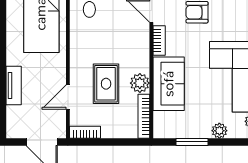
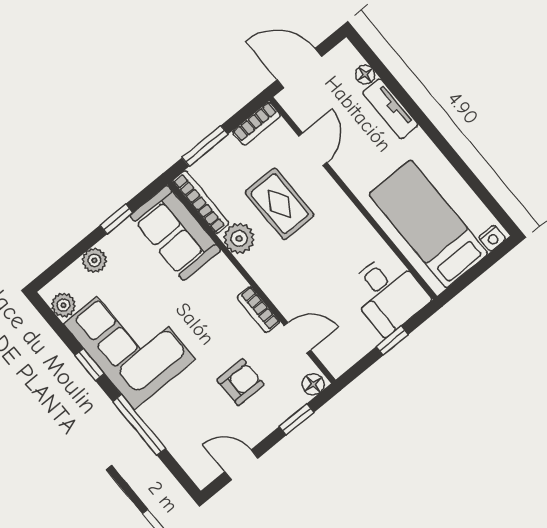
sofa: (169, 84) -> (175, 233), moved
floor lamp: (12, 112) -> (365, 75), added
window: (119, 142) -> (205, 146), added
window: (192, 142) -> (116, 219), width x0.67

